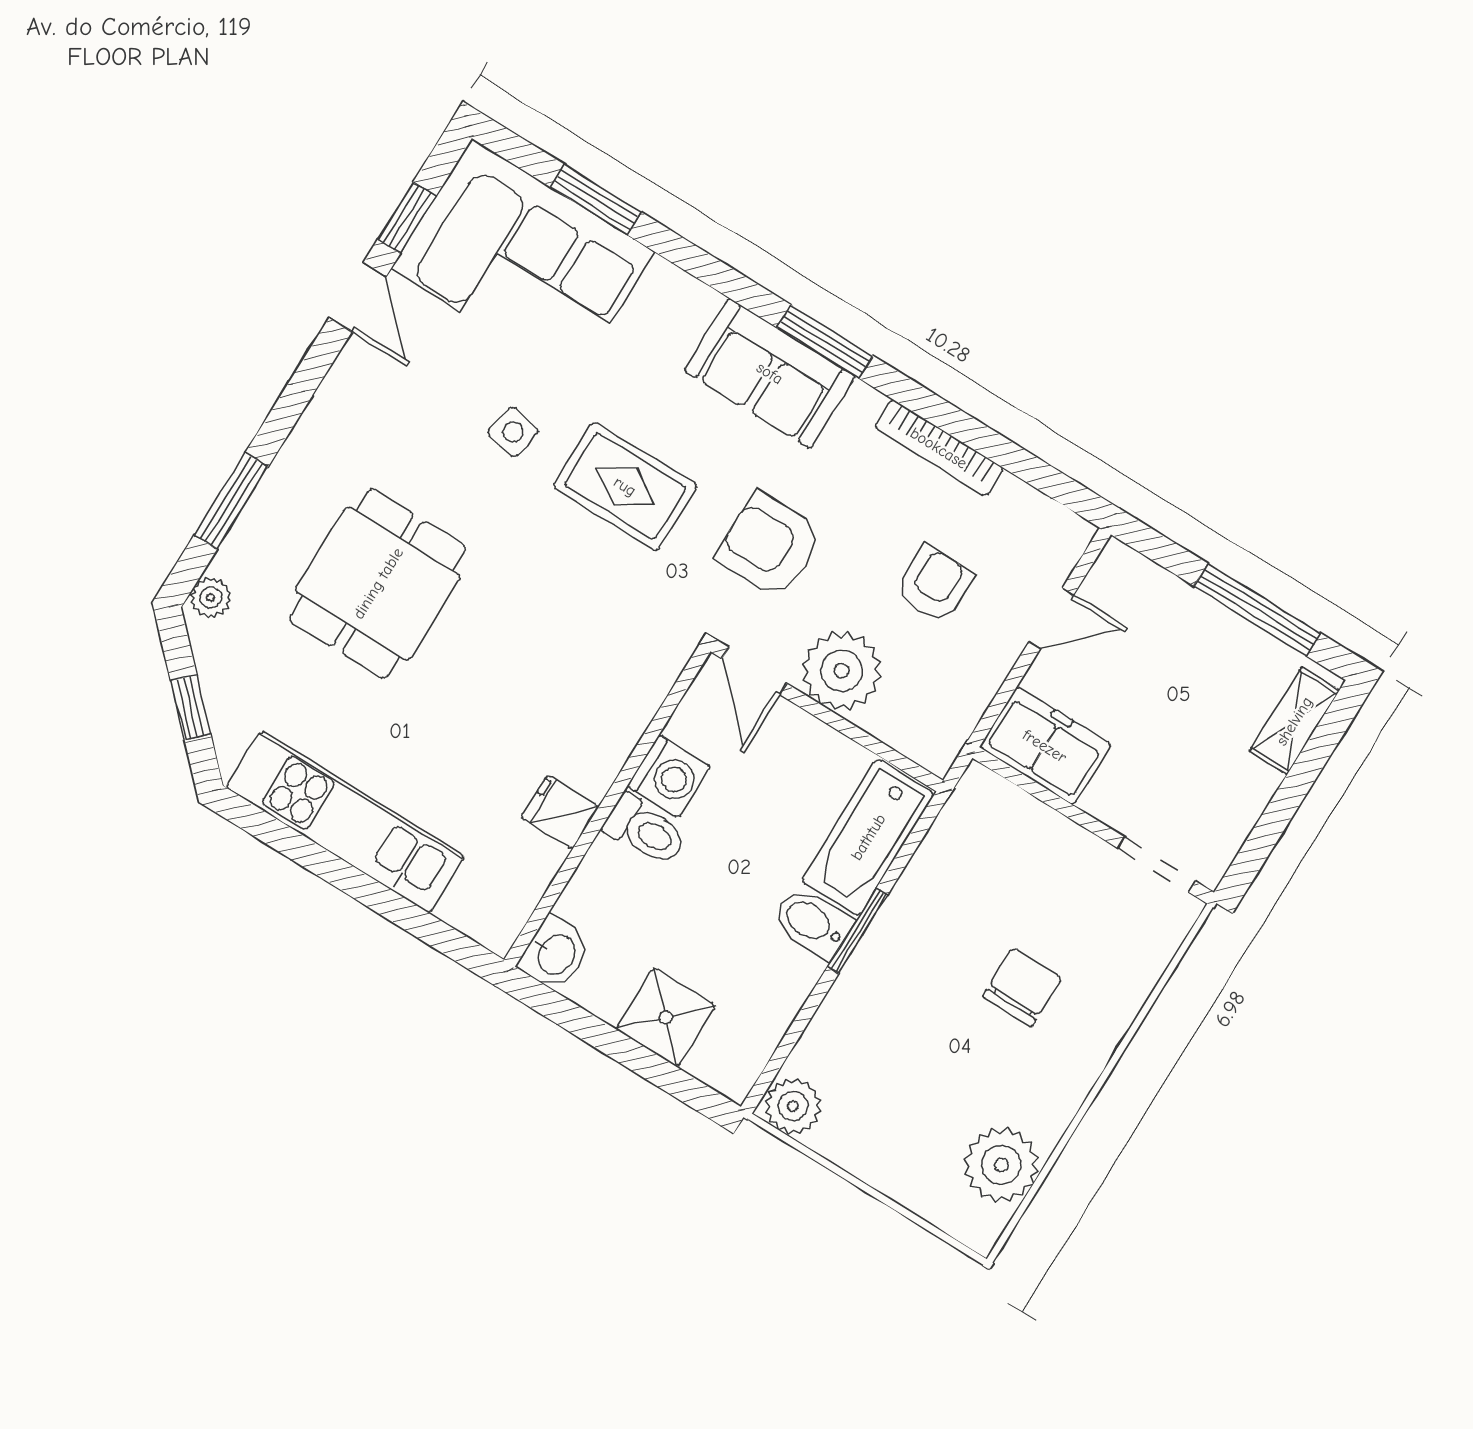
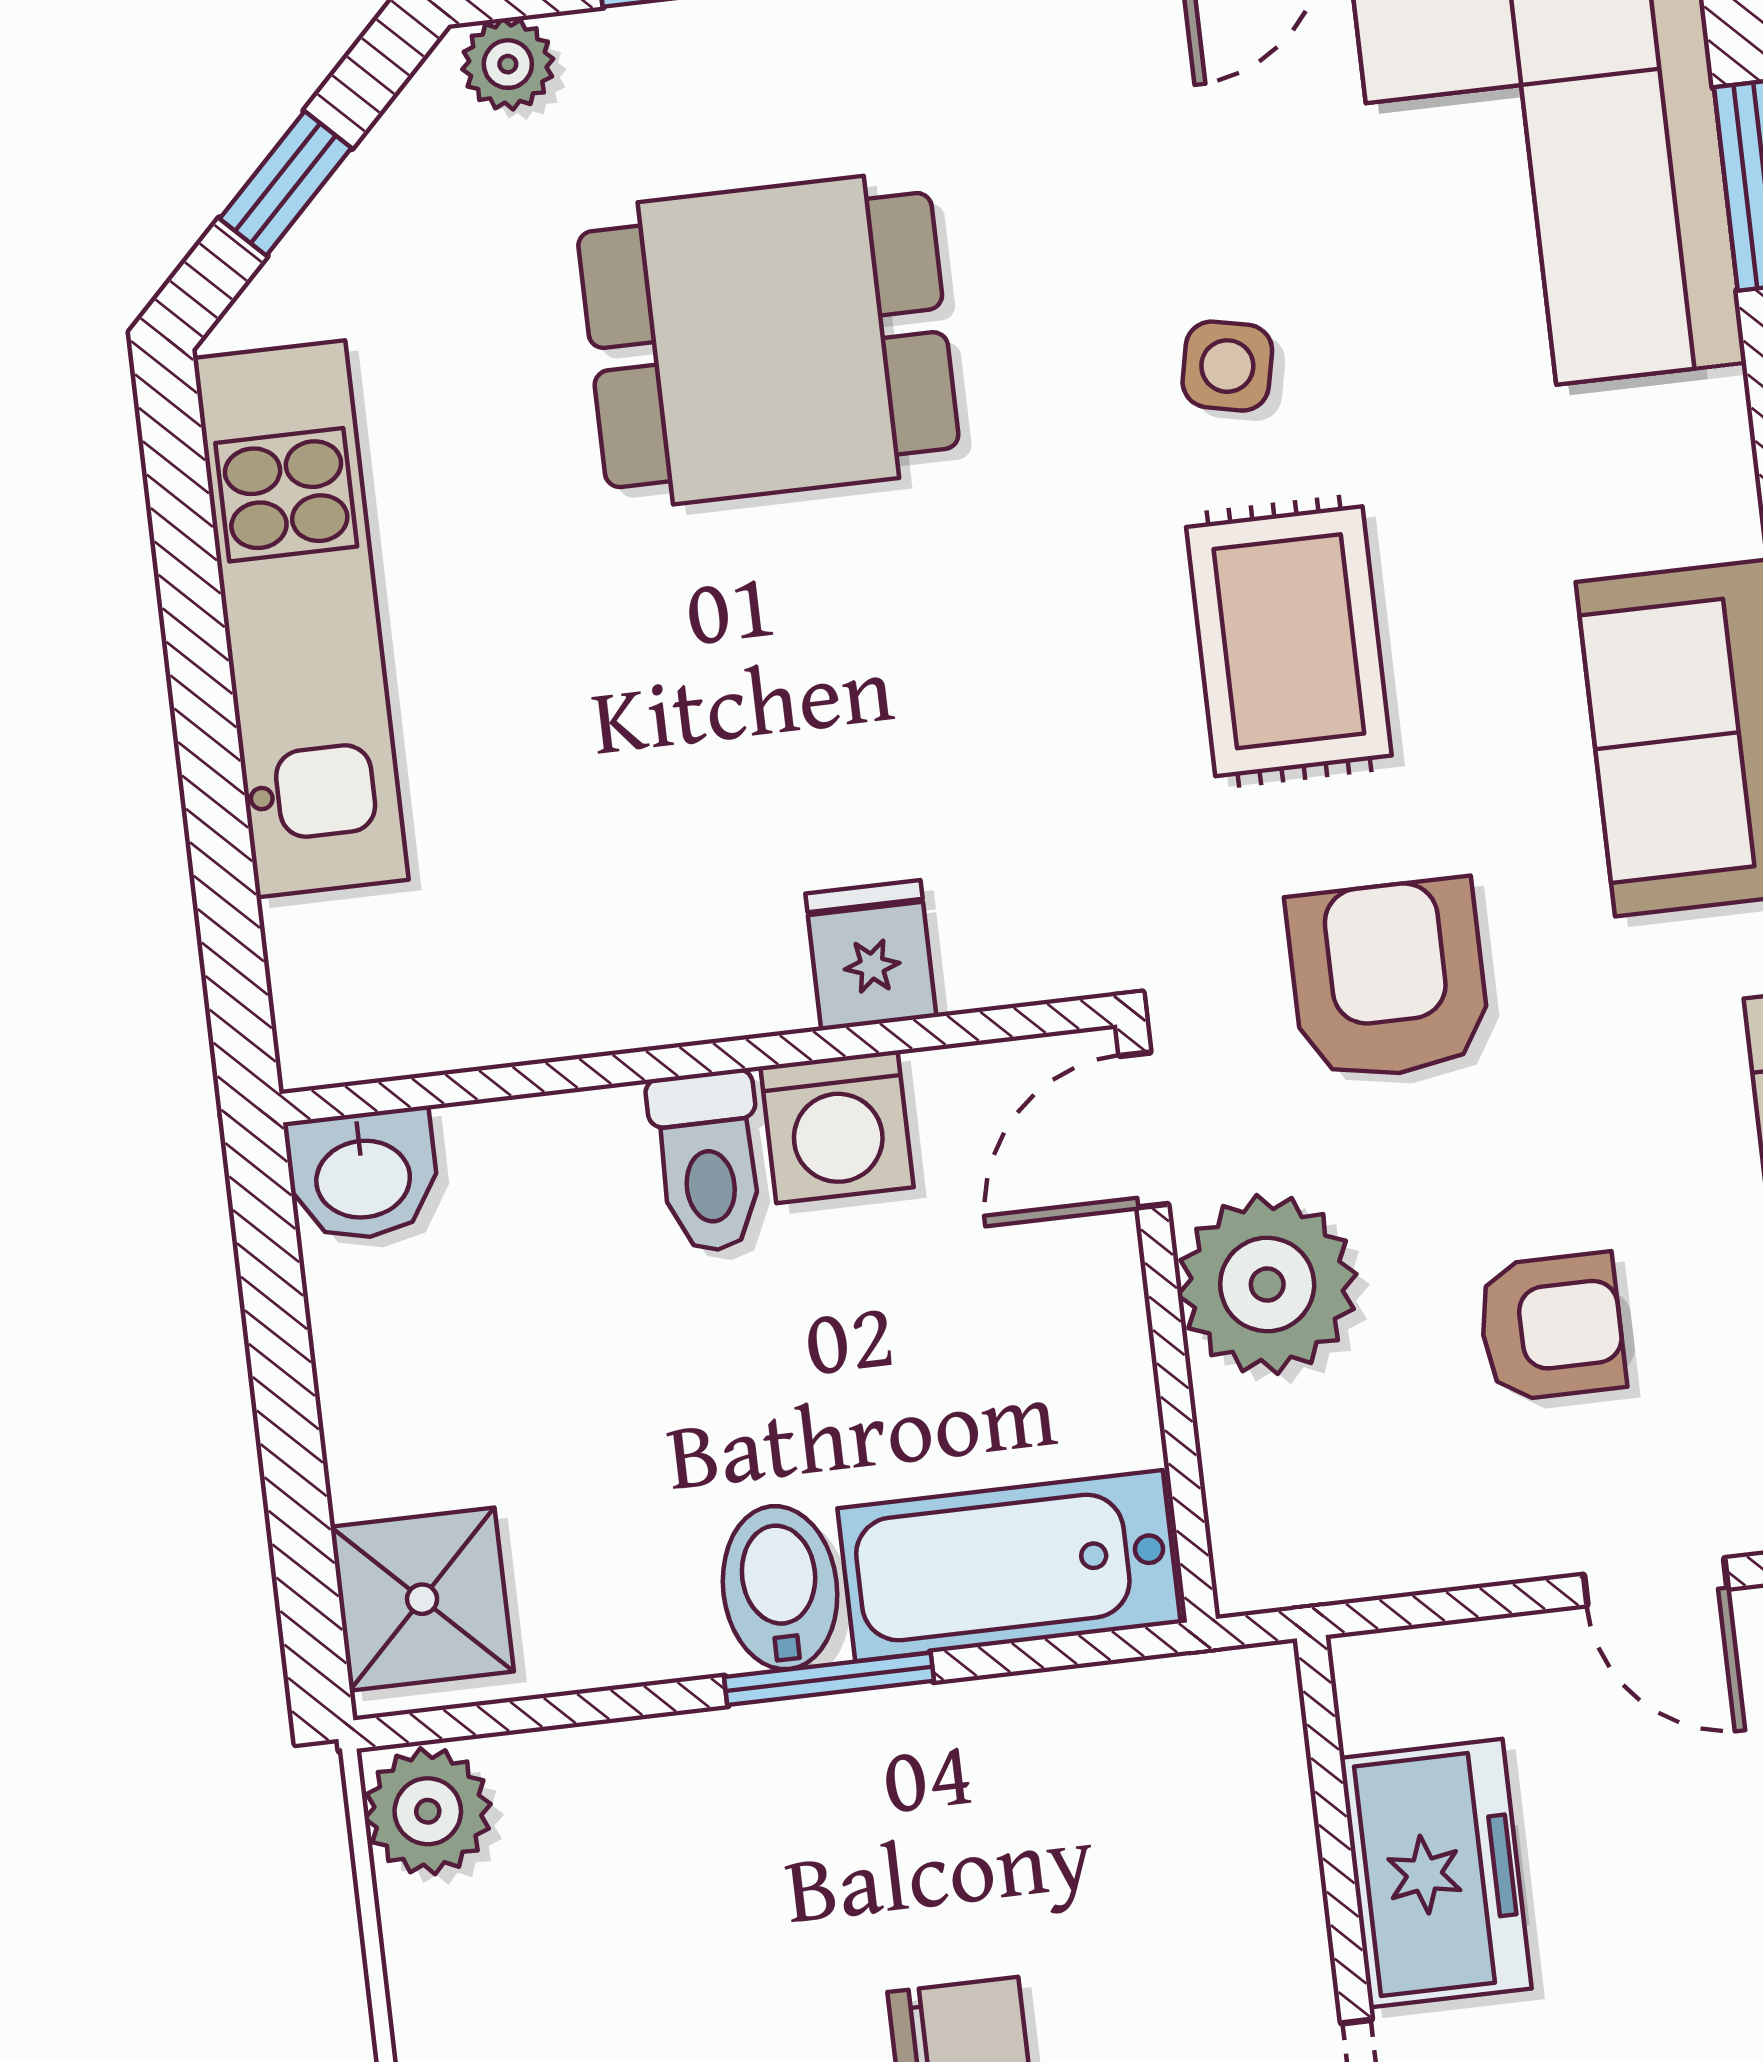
freezer: (1045, 746) -> (1436, 1873), moved
fridge: (560, 812) -> (871, 955), moved
shower: (666, 1017) -> (422, 1599), moved

